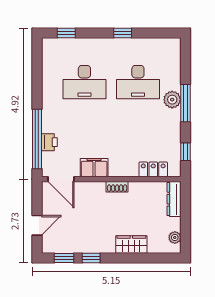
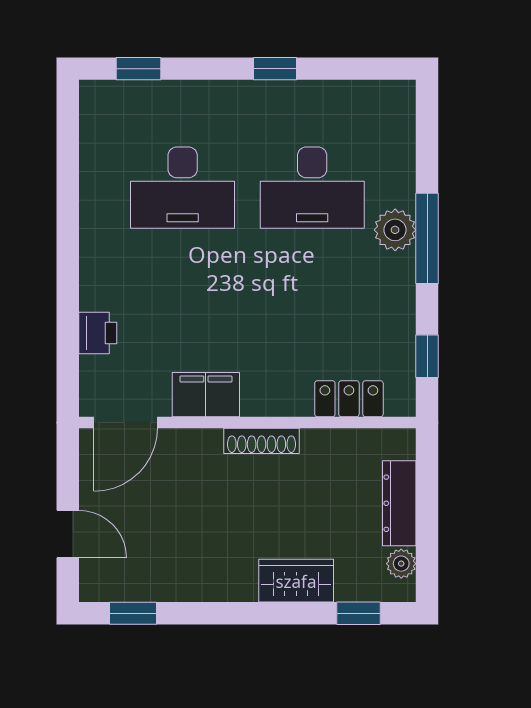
window: (37, 139) -> (68, 325), removed
door: (61, 179) -> (126, 423), hinge flipped
shoe rack: (117, 187) -> (262, 441), width x1.43
dresser: (174, 199) -> (399, 503), moved
door: (37, 225) -> (68, 534), hinge flipped
window: (91, 258) -> (358, 613), moved

